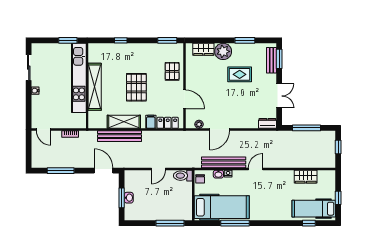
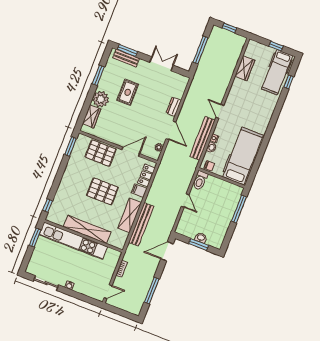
window: (121, 40) -> (48, 206), moved
pallet: (172, 71) -> (101, 153), width x1.50, depth x1.42
dresser: (267, 123) -> (174, 107), moved
window: (235, 223) -> (262, 150), removed

